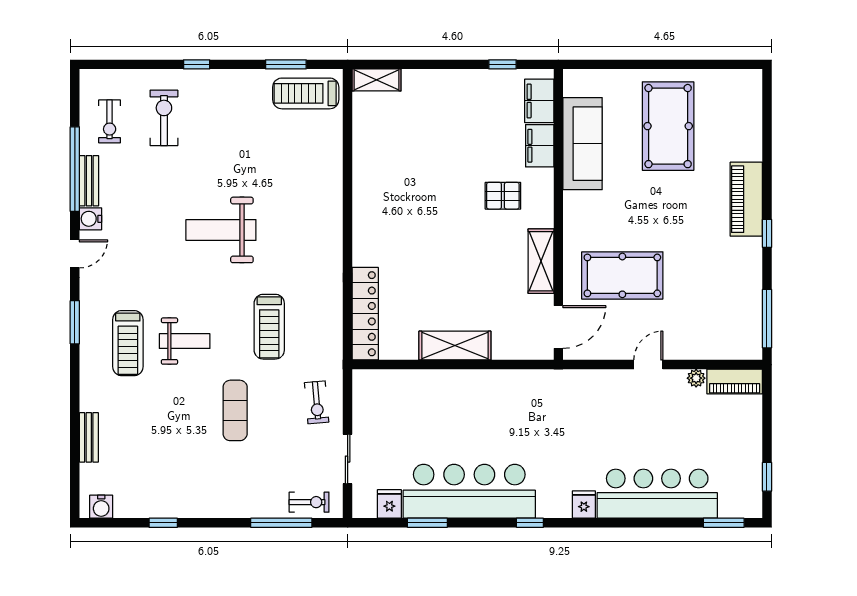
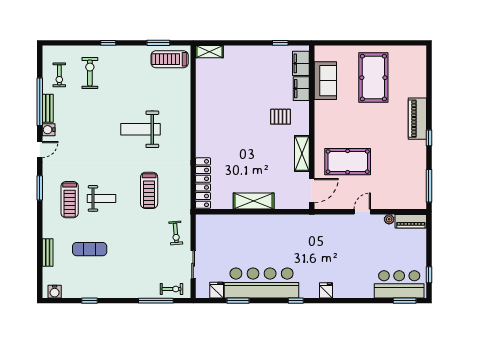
sofa: (583, 144) -> (325, 81), width x0.73
weight bench: (221, 230) -> (140, 129), moved
exercise mat: (235, 410) -> (90, 249), moved, turned 90
bar counter: (657, 494) -> (399, 284), moved, width x0.73

